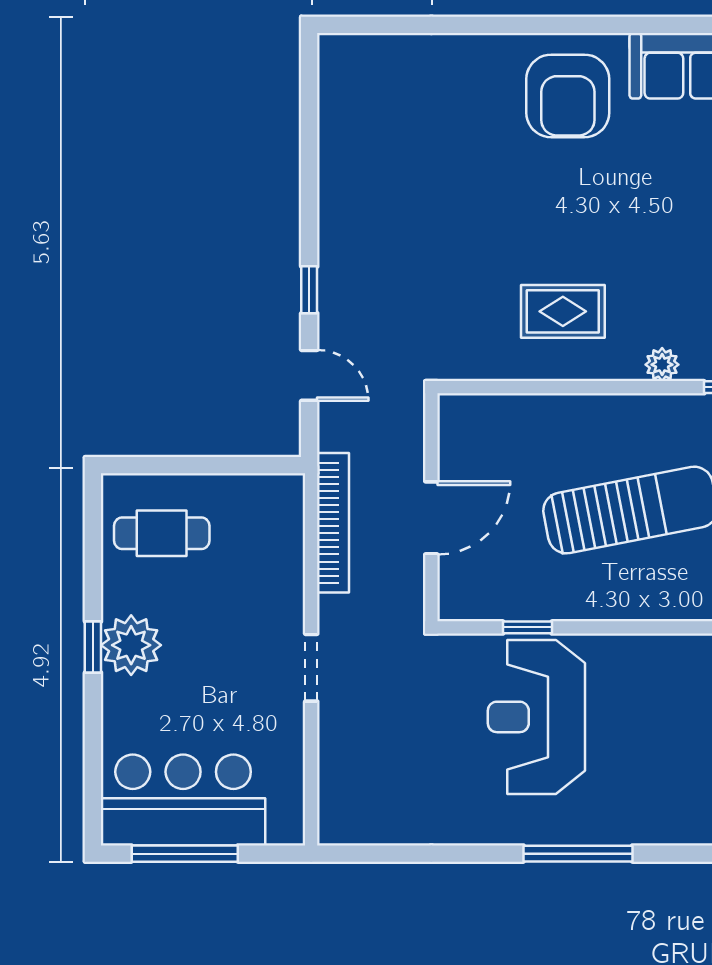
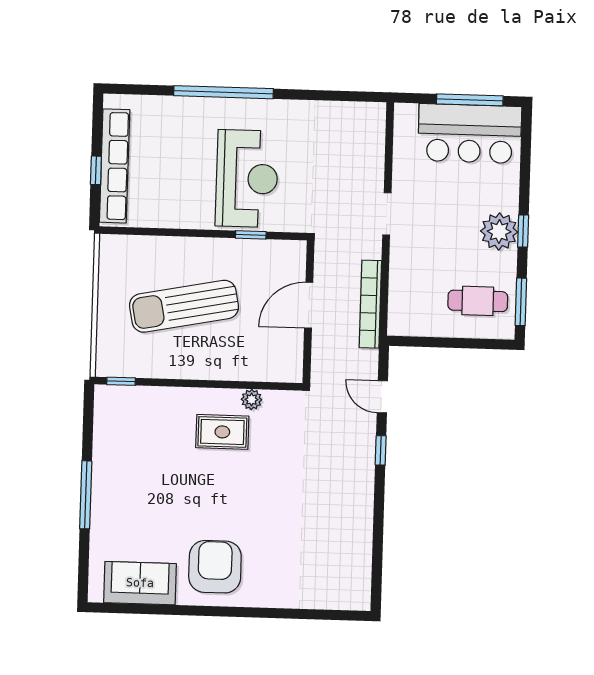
plant: (662, 365) -> (252, 400), moved
window: (93, 534) -> (521, 302), added
window: (578, 854) -> (224, 92), width x1.46

